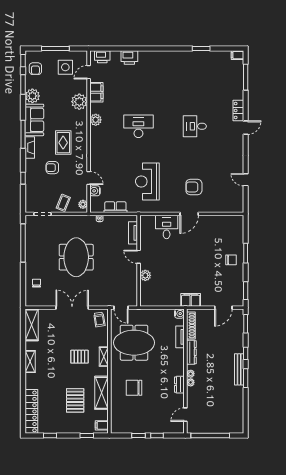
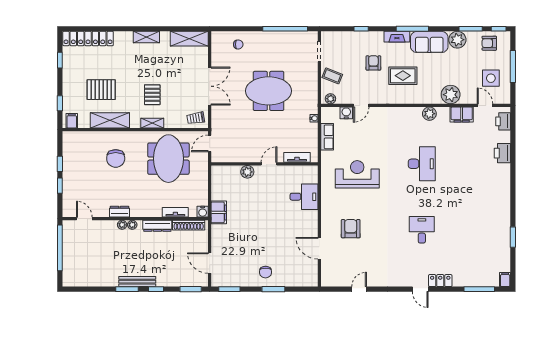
door: (189, 214) -> (319, 248), moved
filing cabinet: (191, 300) -> (219, 212), moved
chair: (134, 388) -> (116, 158), turned 180

